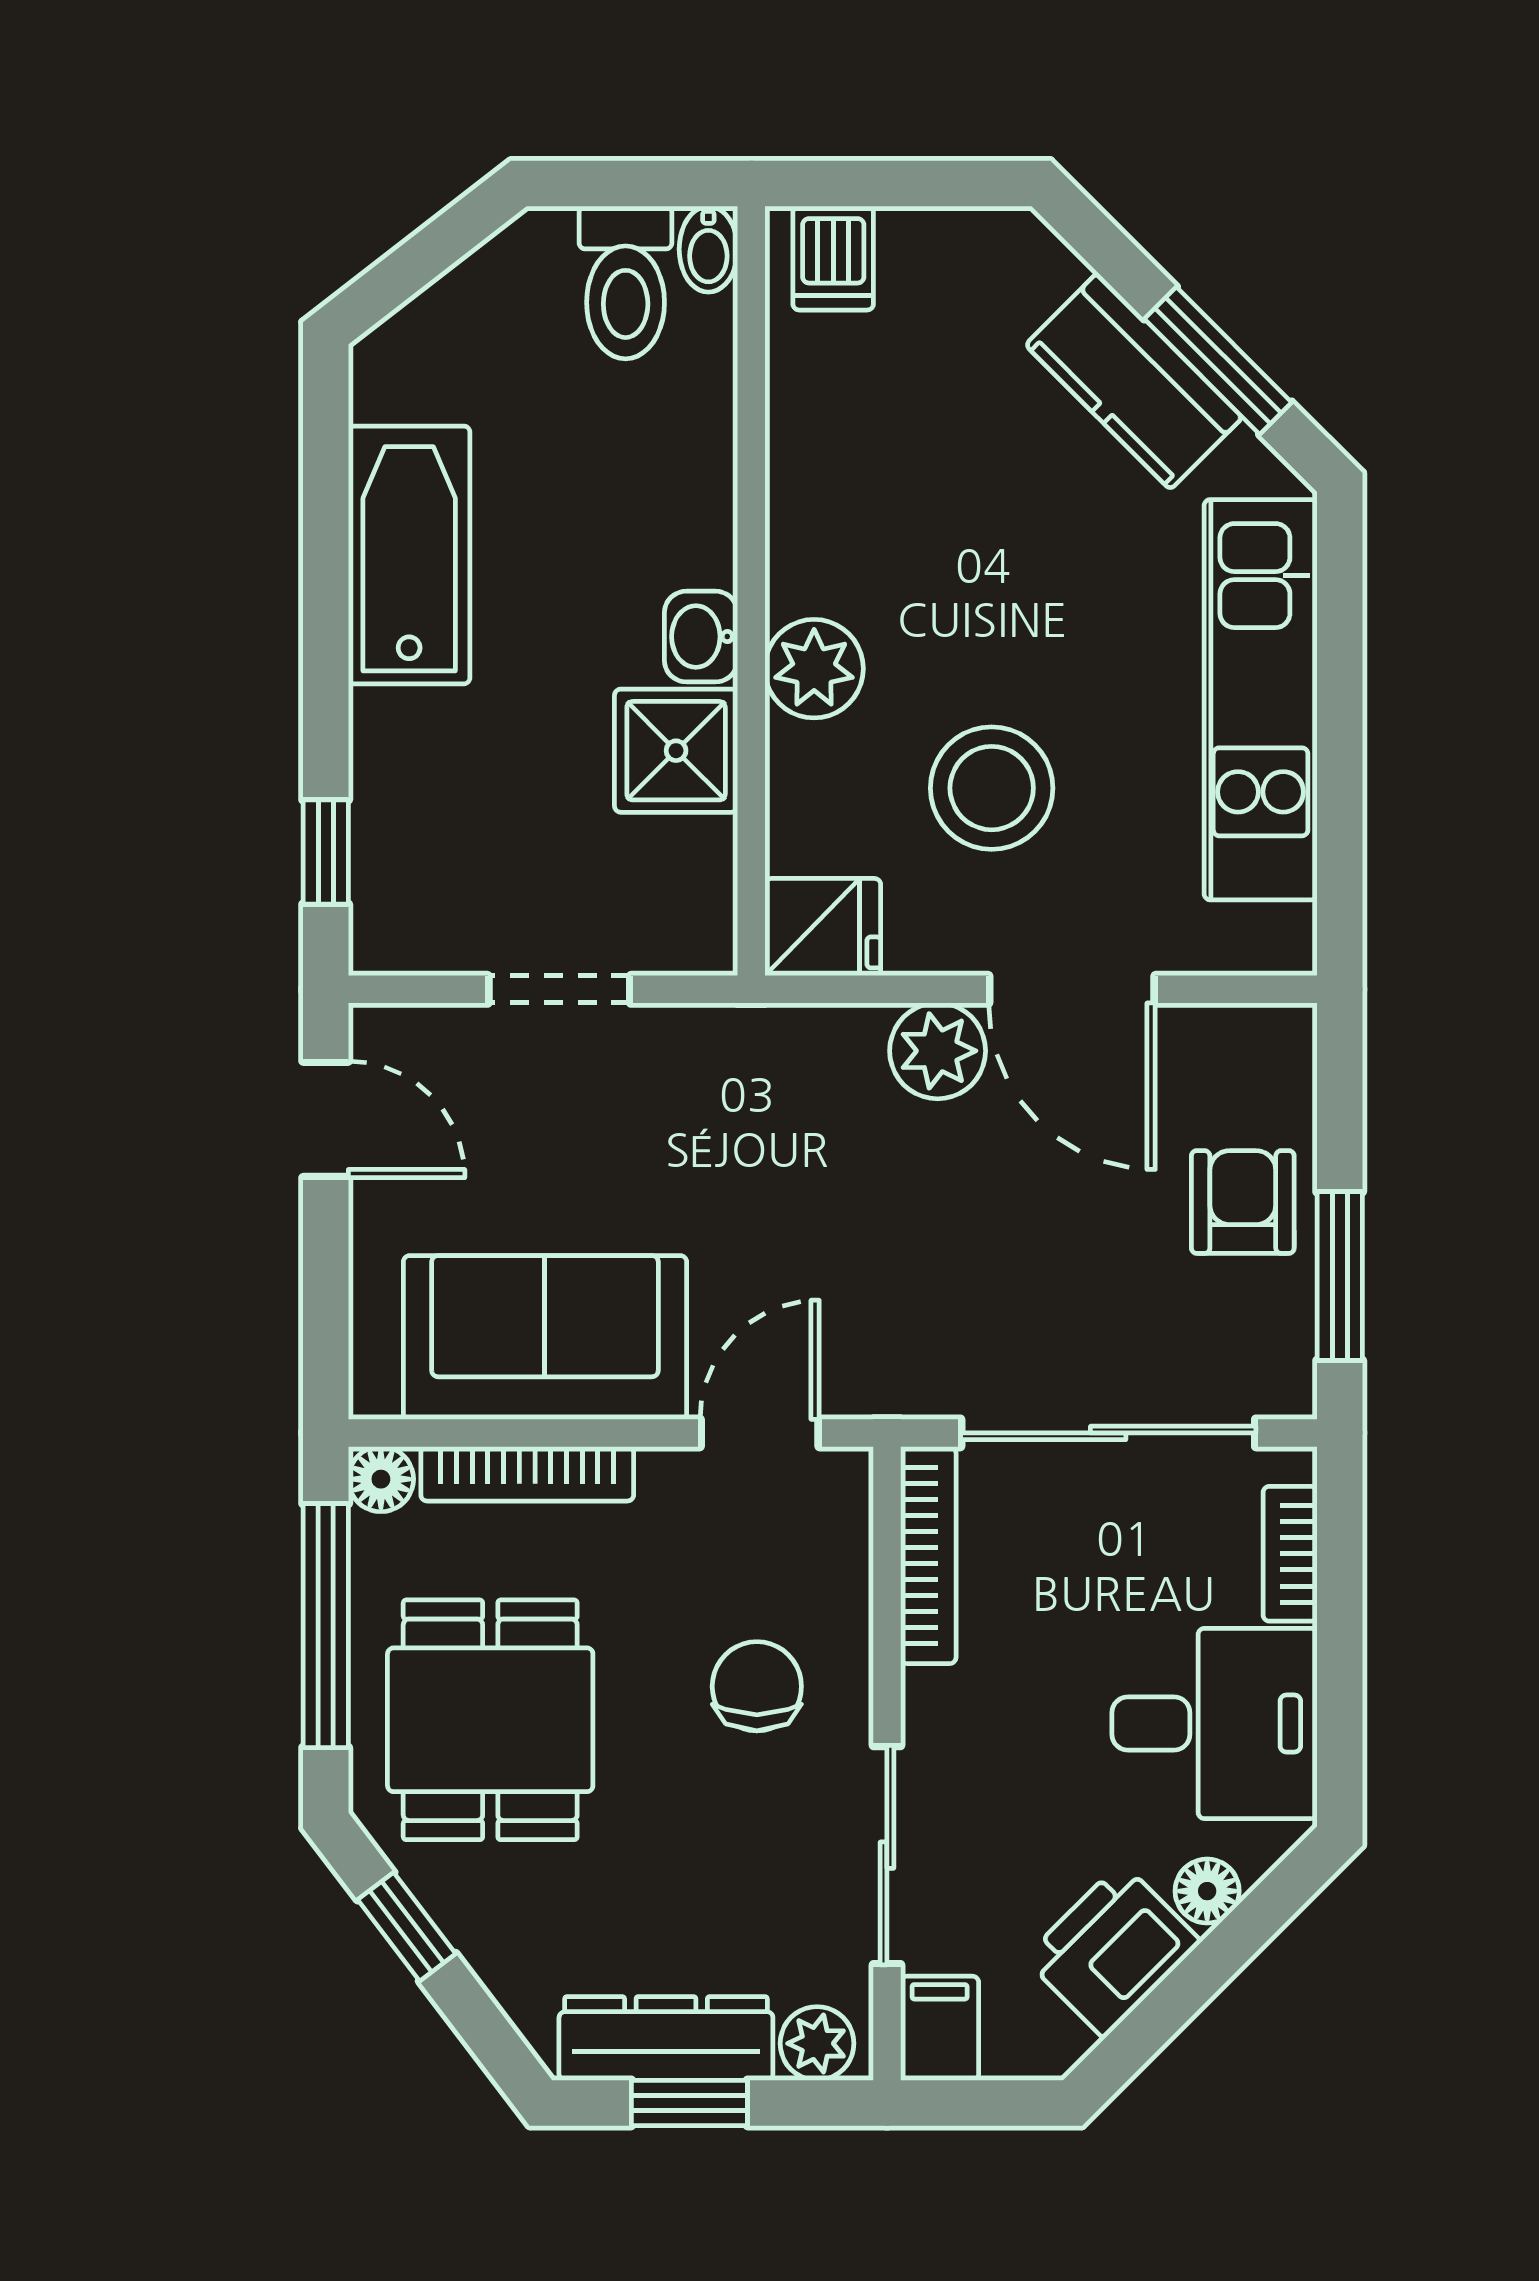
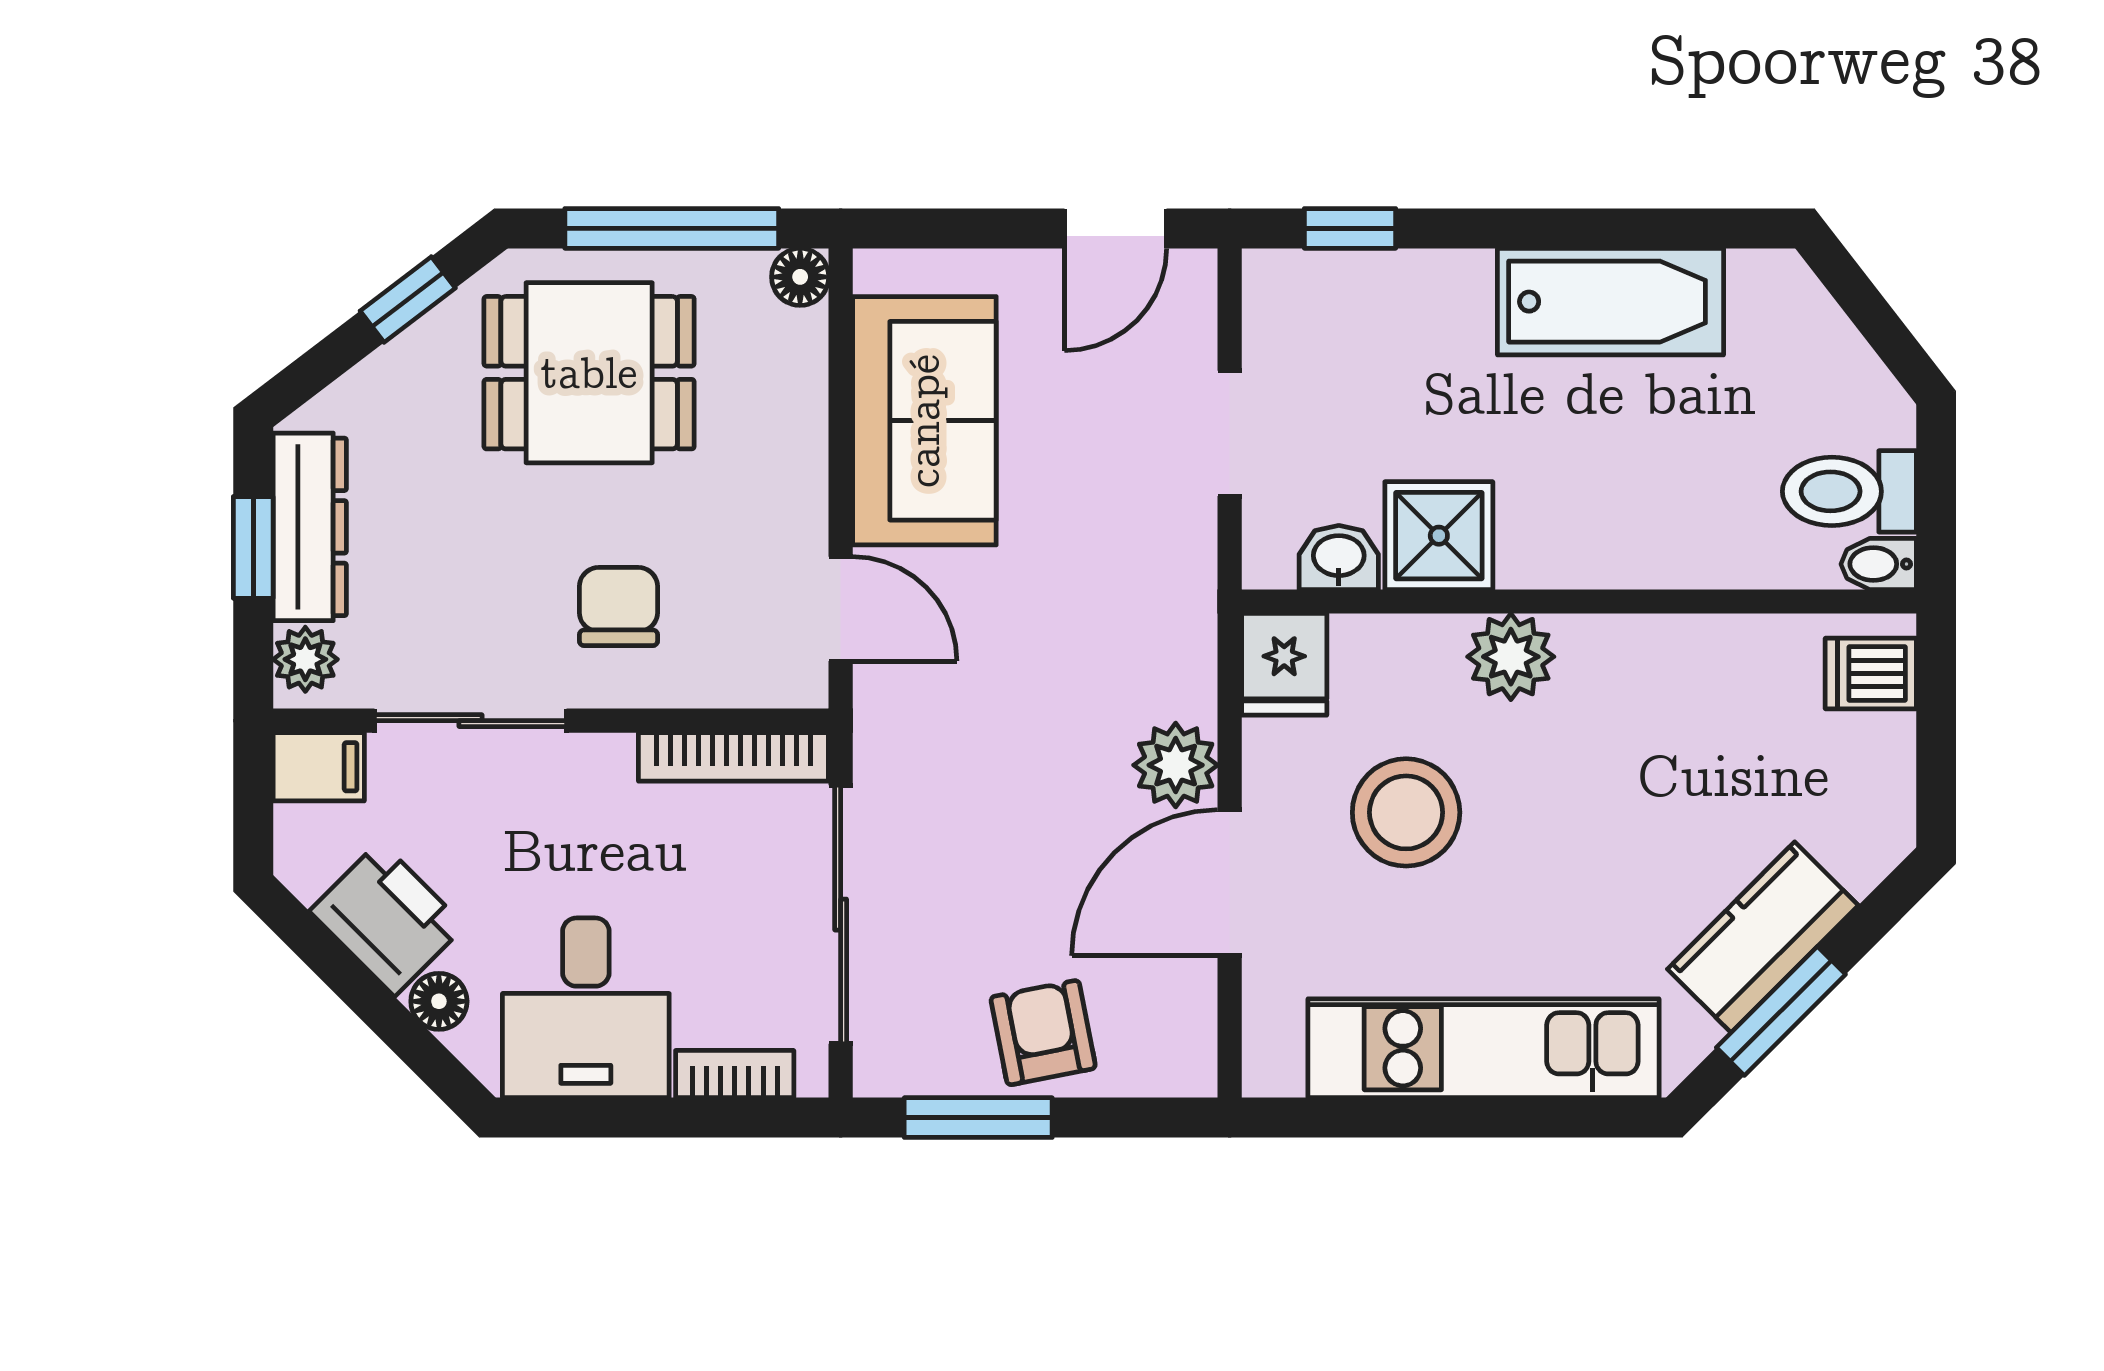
washbasin: (701, 637) -> (1339, 558), moved
armchair: (1243, 1202) -> (1043, 1033), turned -101
bookcase: (527, 1474) -> (805, 405), removed
chair: (757, 1686) -> (618, 607), turned -90

